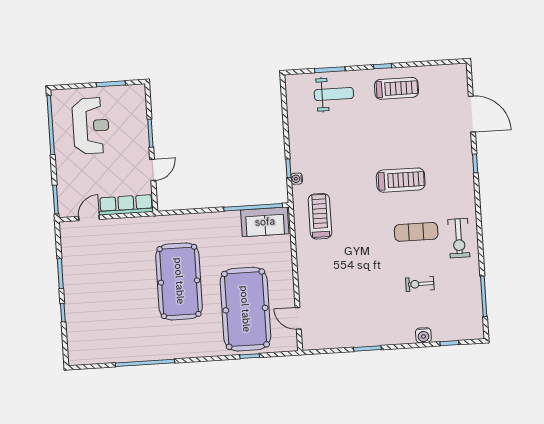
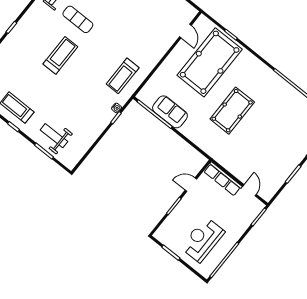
treadmill: (401, 180) -> (60, 55), turned 90
door: (89, 218) -> (250, 190), swing flipped
sofa: (265, 222) -> (170, 112), moved
pool table: (179, 281) -> (232, 111), width x0.73, depth x0.76

